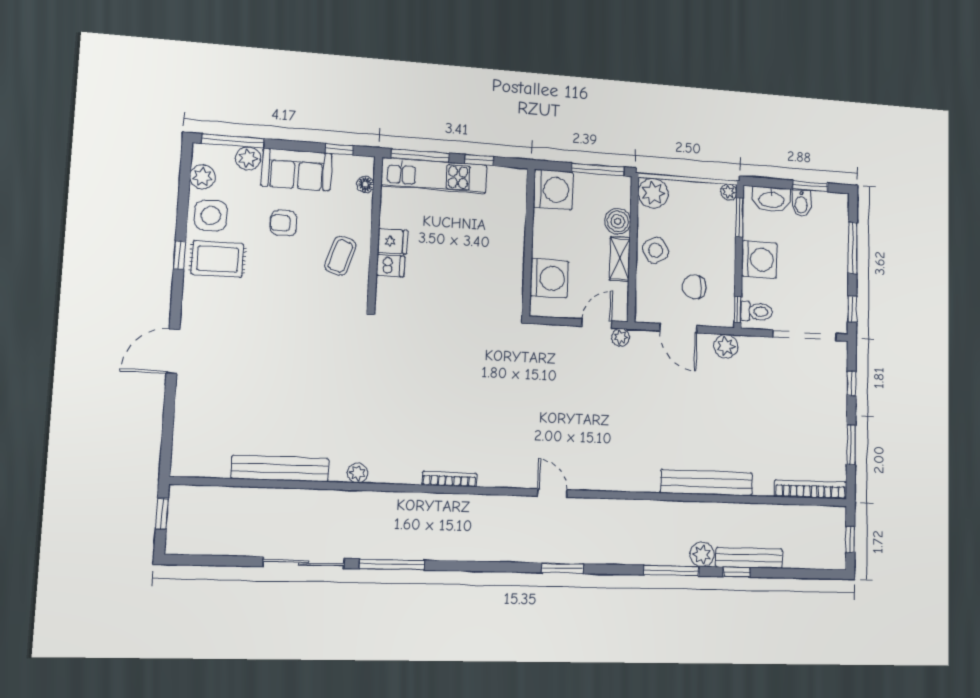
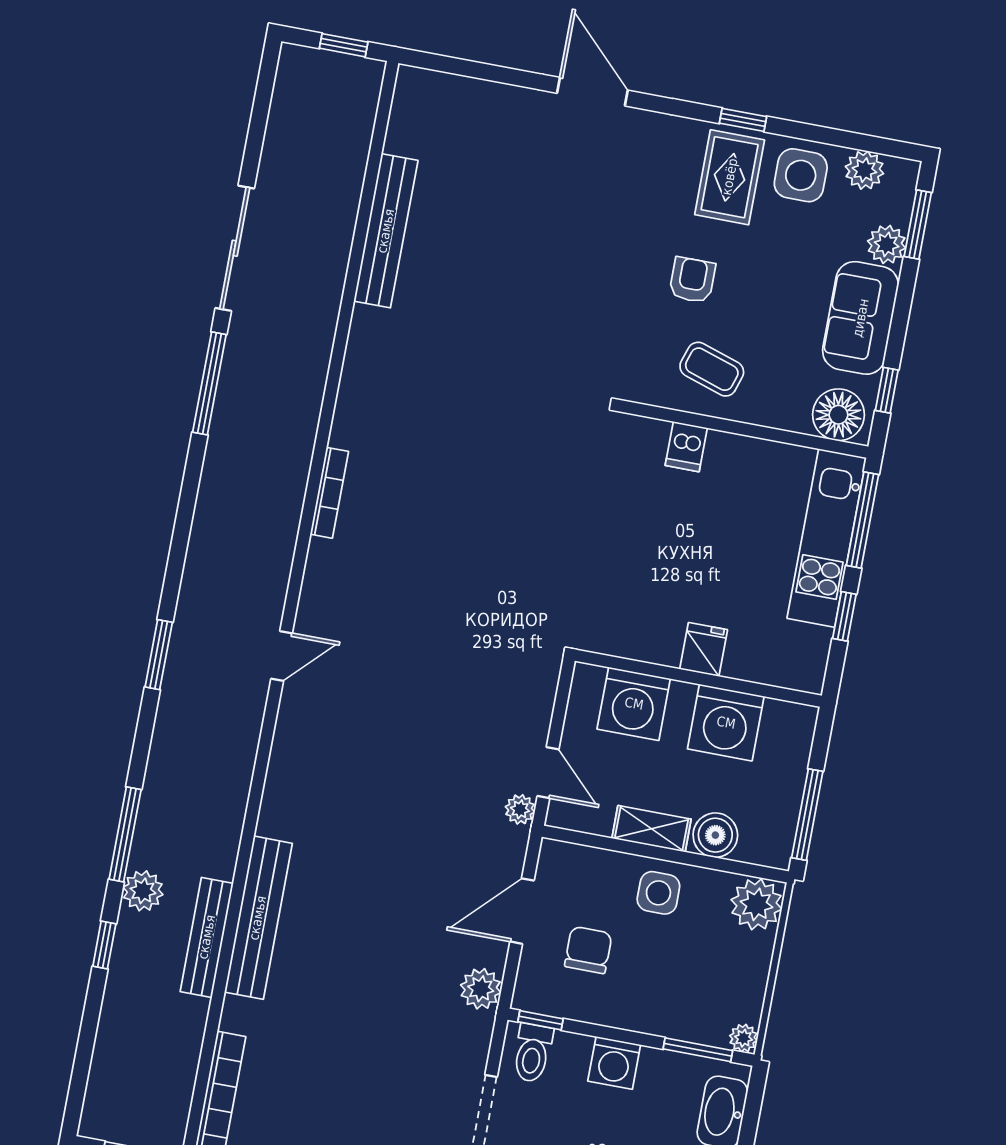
window: (233, 141) -> (918, 224), width x0.69
floor lamp: (365, 184) -> (838, 415), width x1.89, depth x1.89
washing machine: (553, 190) -> (726, 723), moved
armchair: (283, 223) -> (692, 280), moved
fridge: (393, 241) -> (704, 649), moved, turned 180
side table: (656, 250) -> (658, 893), turned 30
washing machine: (759, 259) -> (614, 1063), width x0.73, depth x0.73
plant: (357, 473) -> (361, 349), removed
bench: (749, 558) -> (207, 937), moved

